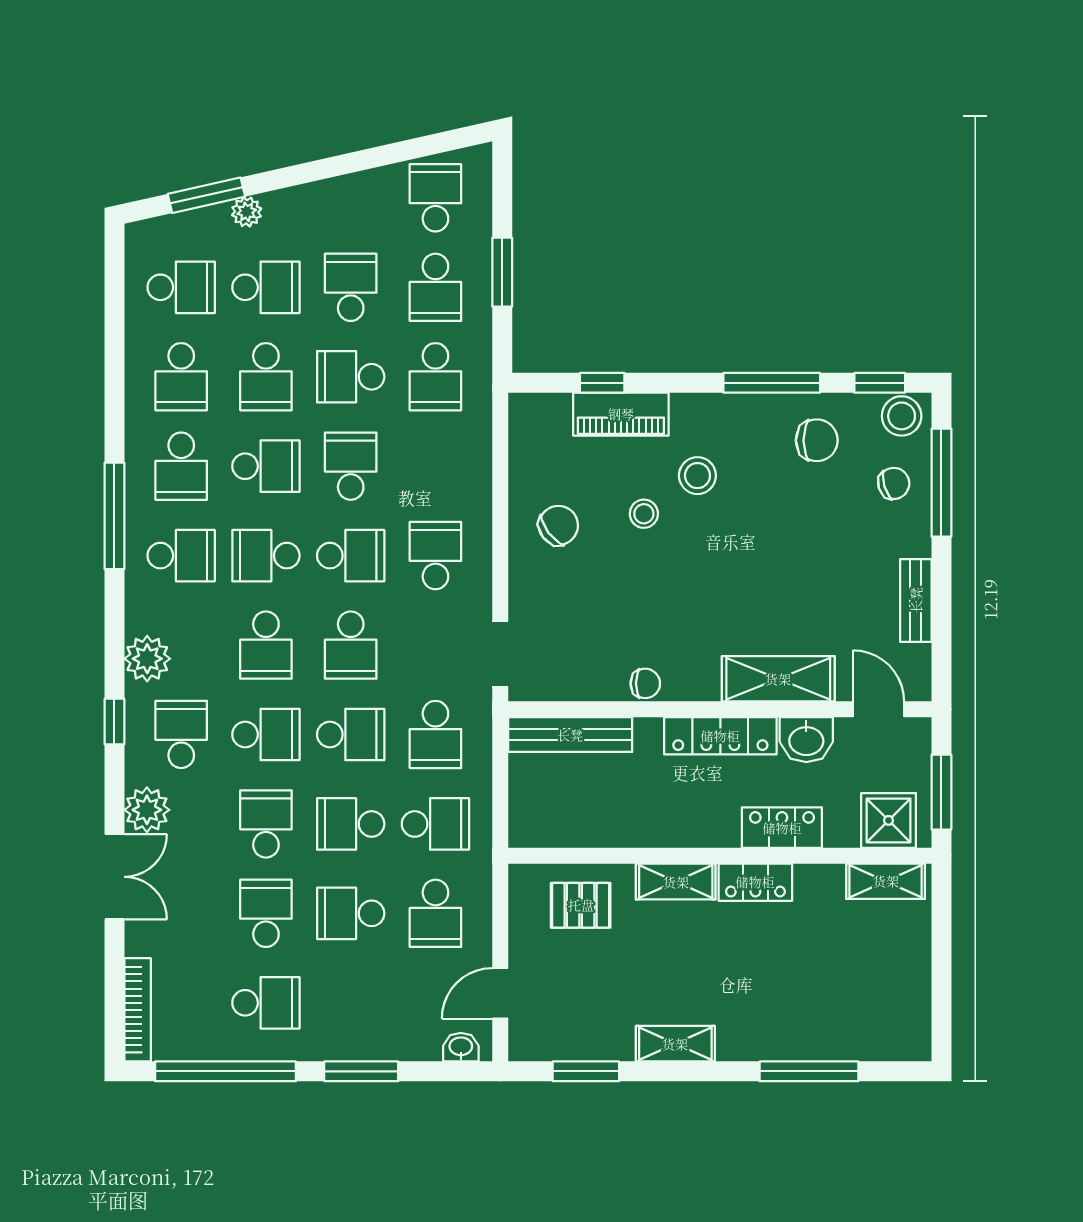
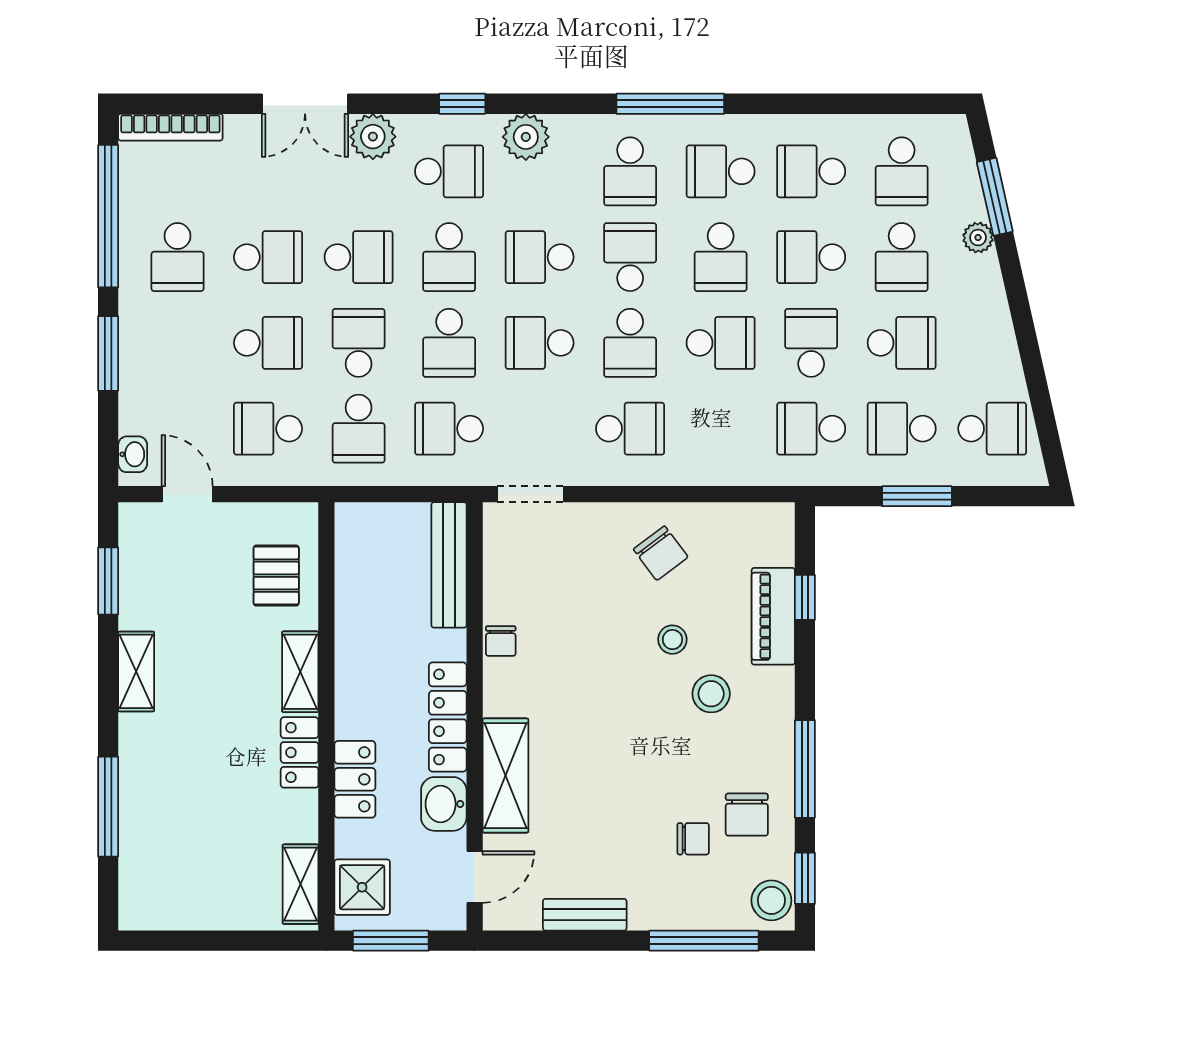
chair: (894, 483) -> (693, 839), moved, turned -73
school desk: (351, 913) -> (268, 343), turned 90

